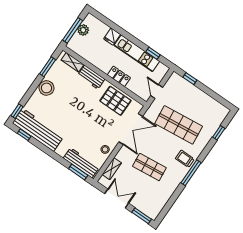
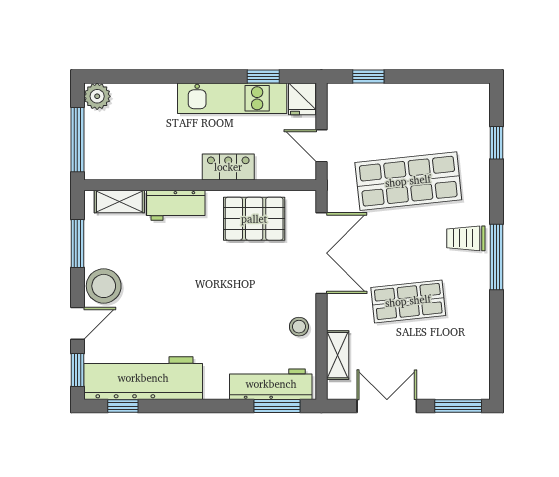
plant: (83, 30) -> (97, 96), moved
fridge: (112, 37) -> (302, 99), moved
door: (28, 95) -> (77, 323), added

